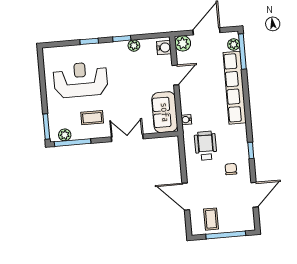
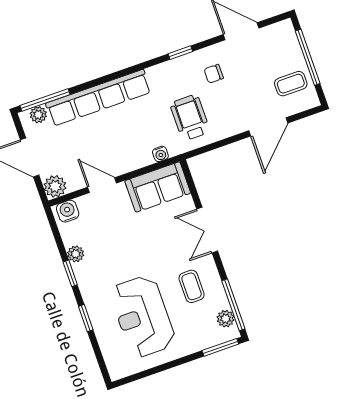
wheelchair: (206, 146) -> (190, 118), turned 90

